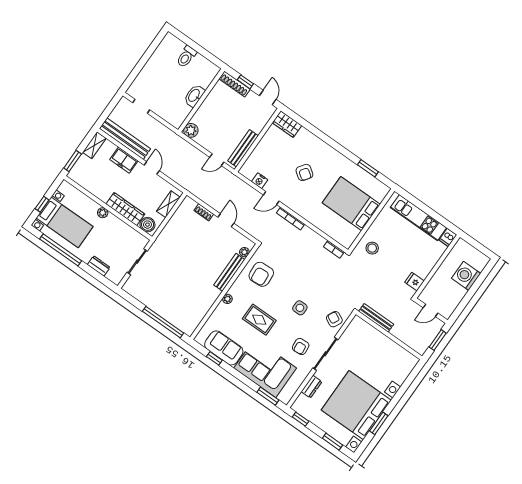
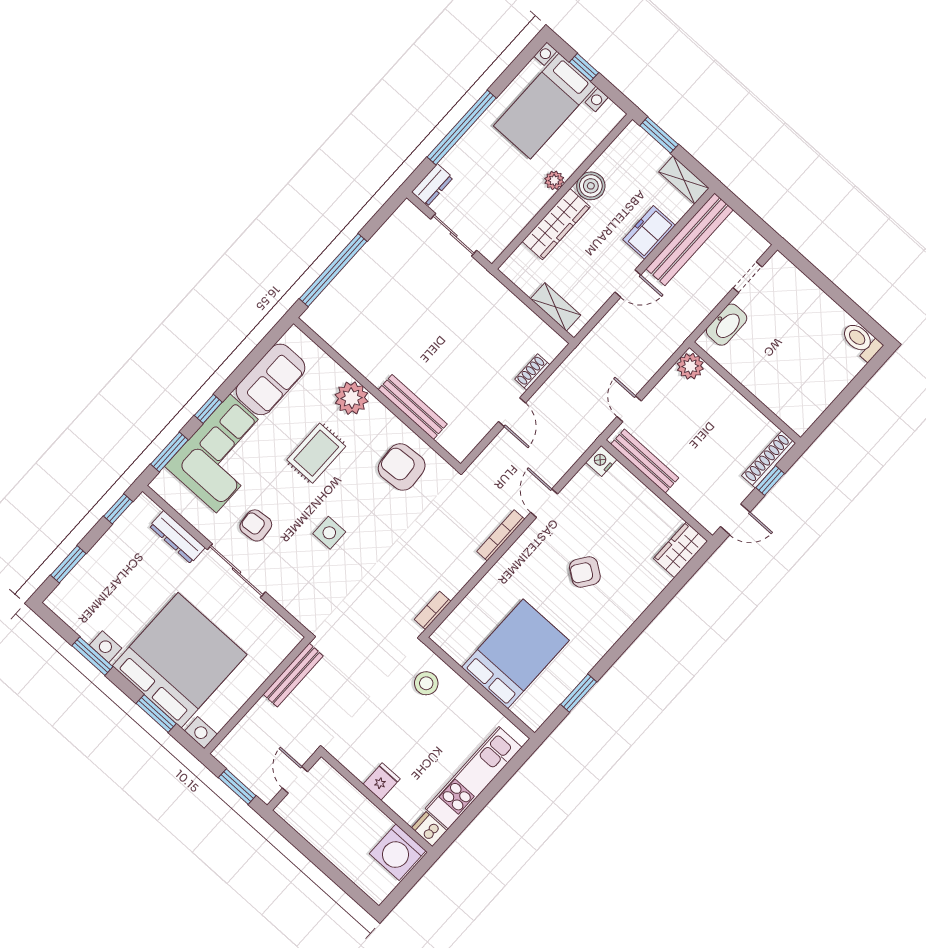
toilet: (186, 57) -> (861, 341), moved
washbasin: (194, 96) -> (727, 325), moved, turned 90
nightstand: (260, 181) -> (601, 461), moved
door: (226, 220) -> (512, 412), hinge flipped
boiler: (147, 225) -> (591, 186), moved
window: (61, 250) -> (462, 127), moved
plant: (244, 252) -> (448, 440), removed
dresser: (99, 266) -> (432, 185), moved
washing machine: (466, 276) -> (398, 852), moved, turned 180
fridge: (414, 282) -> (382, 781), moved
plant: (227, 299) -> (351, 398), width x1.87, depth x1.87
armchair: (334, 319) -> (300, 595), removed
window: (214, 358) -> (208, 409), moved
dresser: (312, 387) -> (177, 537), width x1.44
window: (405, 387) -> (156, 714), added
bed with nightstands: (356, 405) -> (180, 660), moved

